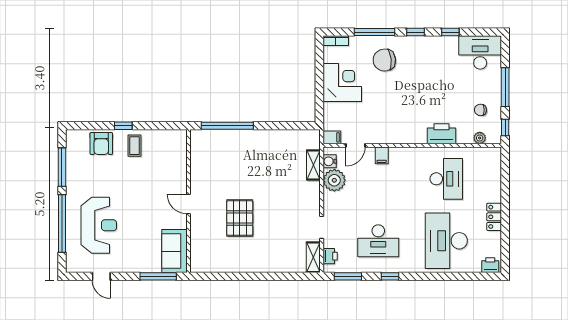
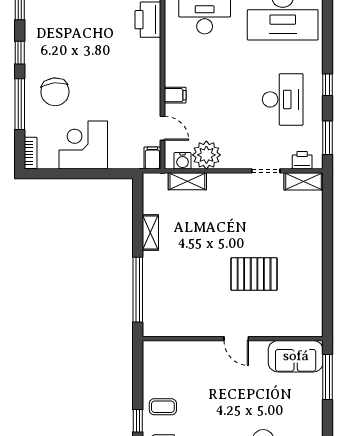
shelving: (273, 136) -> (150, 232), added
door: (188, 204) -> (236, 339), hinge flipped

